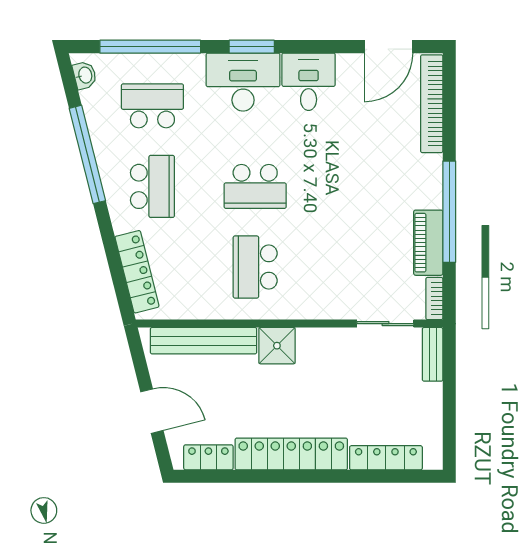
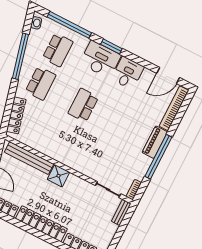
school desk: (152, 106) -> (58, 50), turned 90
school desk: (255, 186) -> (83, 105), turned 90
piano: (428, 243) -> (155, 142), moved
school desk: (255, 267) -> (66, 139), removed

